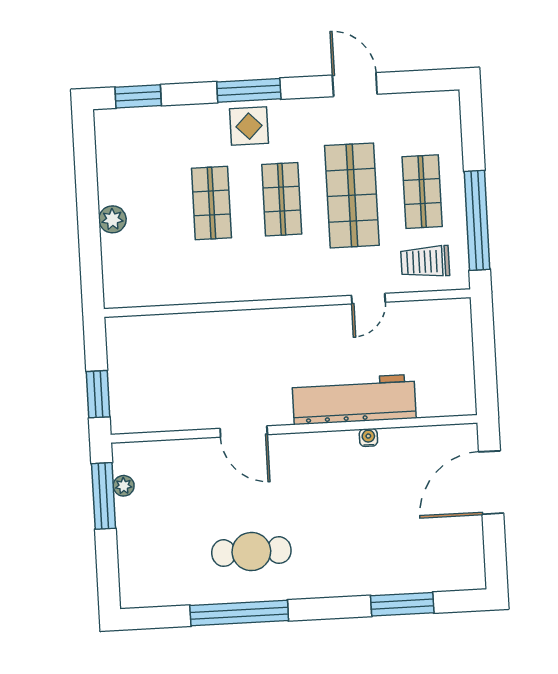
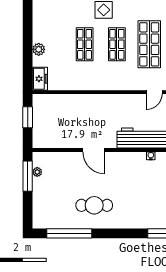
freezer: (119, 283) -> (40, 79), added
window: (98, 394) -> (28, 117), moved
window: (239, 613) -> (69, 233), moved

